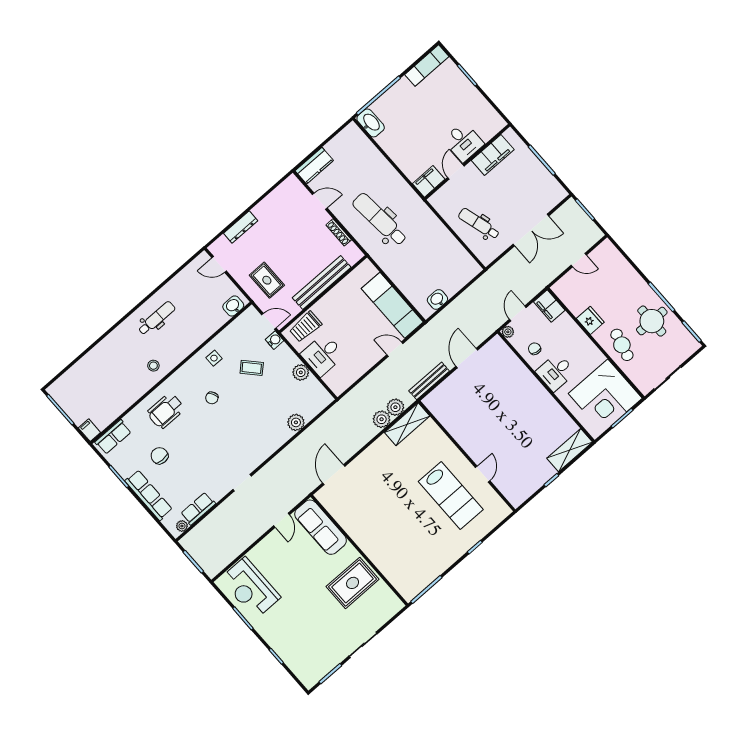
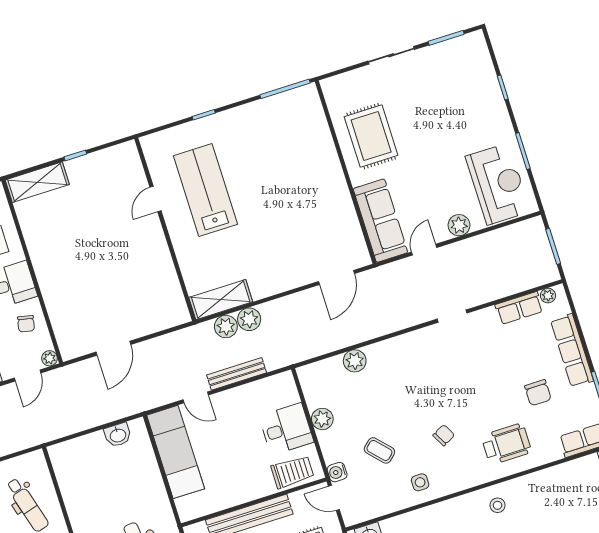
bench: (429, 381) -> (237, 374), moved
plant: (265, 548) -> (459, 225), added
rug: (353, 583) -> (371, 136), turned 90

